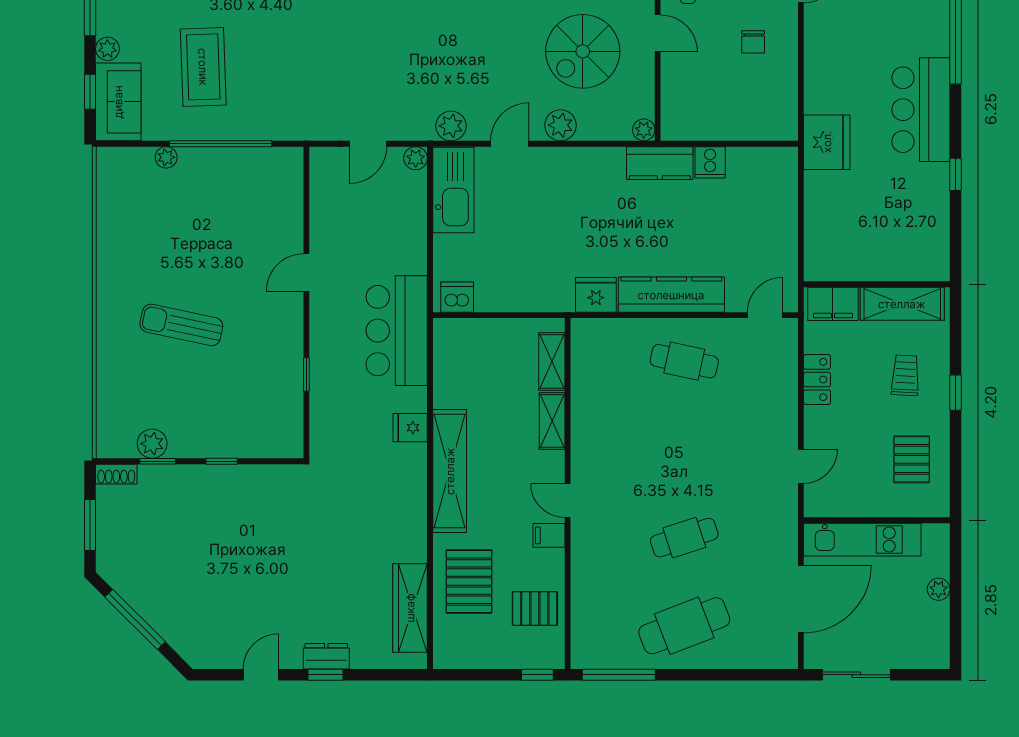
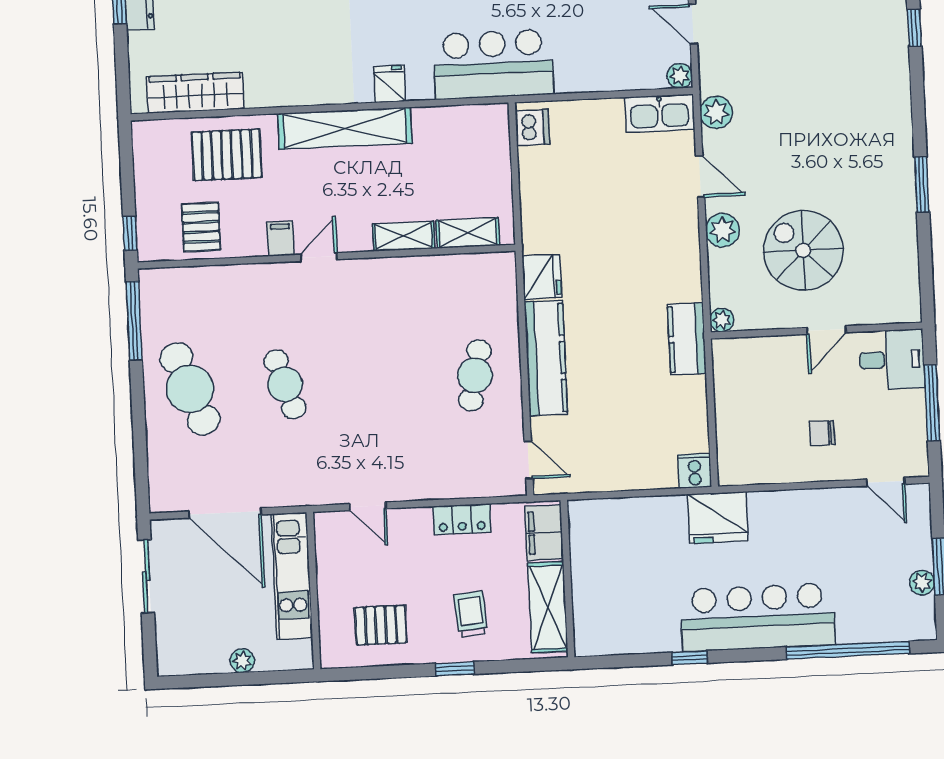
bar counter: (921, 110) -> (758, 617), width x1.36
cooker: (710, 162) -> (695, 471), moved, turned 90
kitchen sink: (453, 190) -> (660, 113), width x0.73, depth x0.81
trolley: (905, 375) -> (471, 614), turned -98

